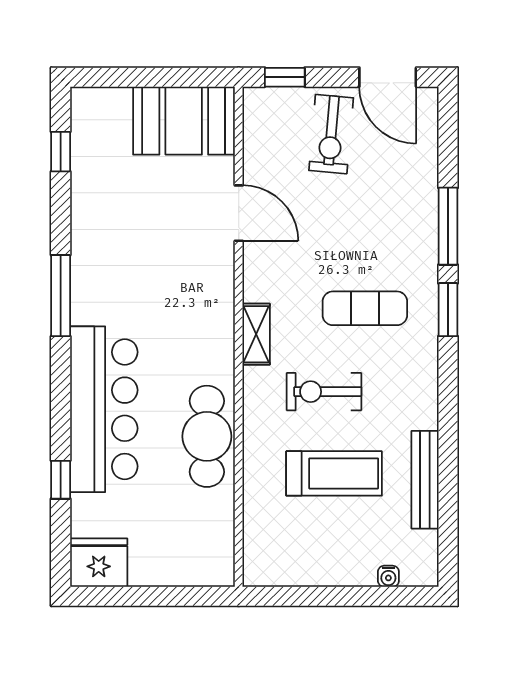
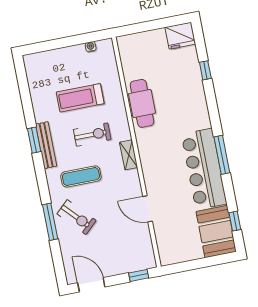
booth: (184, 121) -> (216, 232), moved, turned 90
exercise bike: (331, 134) -> (77, 217), moved, turned 132
window: (448, 310) -> (34, 140), moved
bar counter: (104, 409) -> (204, 169), moved
bench: (425, 480) -> (46, 145), moved
water cooler: (388, 576) -> (91, 47), moved

